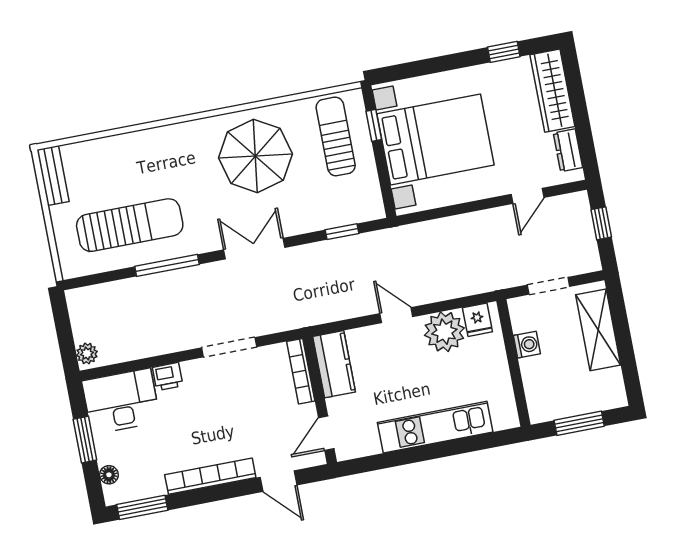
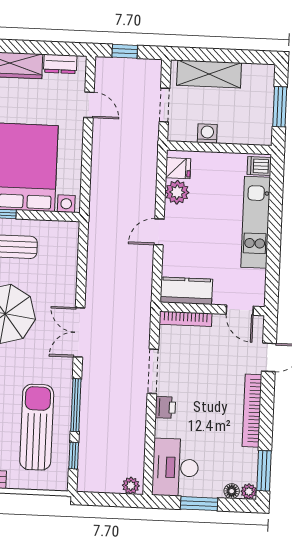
window: (342, 232) -> (74, 456), moved
plant: (444, 332) -> (177, 192), width x0.73, depth x0.73
printer: (168, 377) -> (165, 407), moved
dishwasher: (503, 416) -> (259, 166), added
plant: (113, 495) -> (249, 491), added

